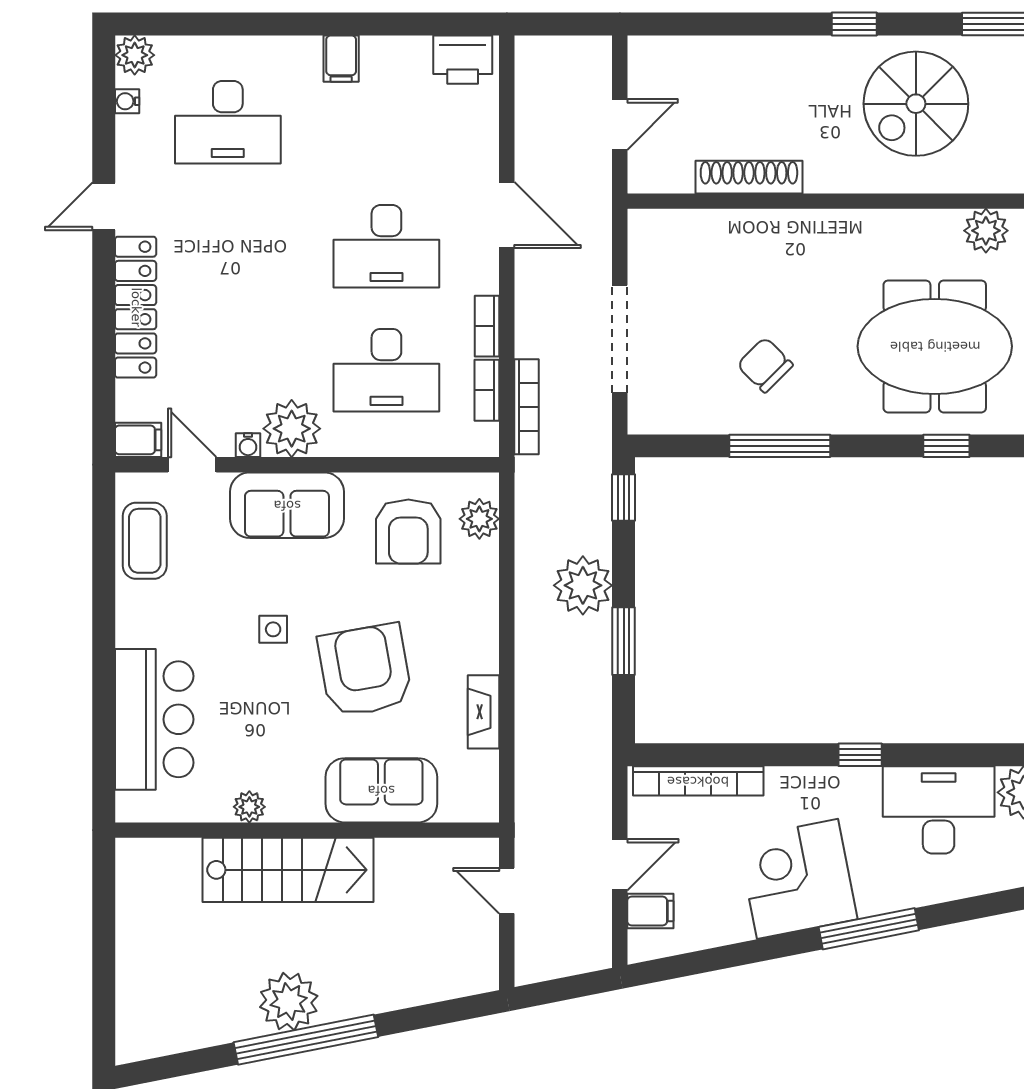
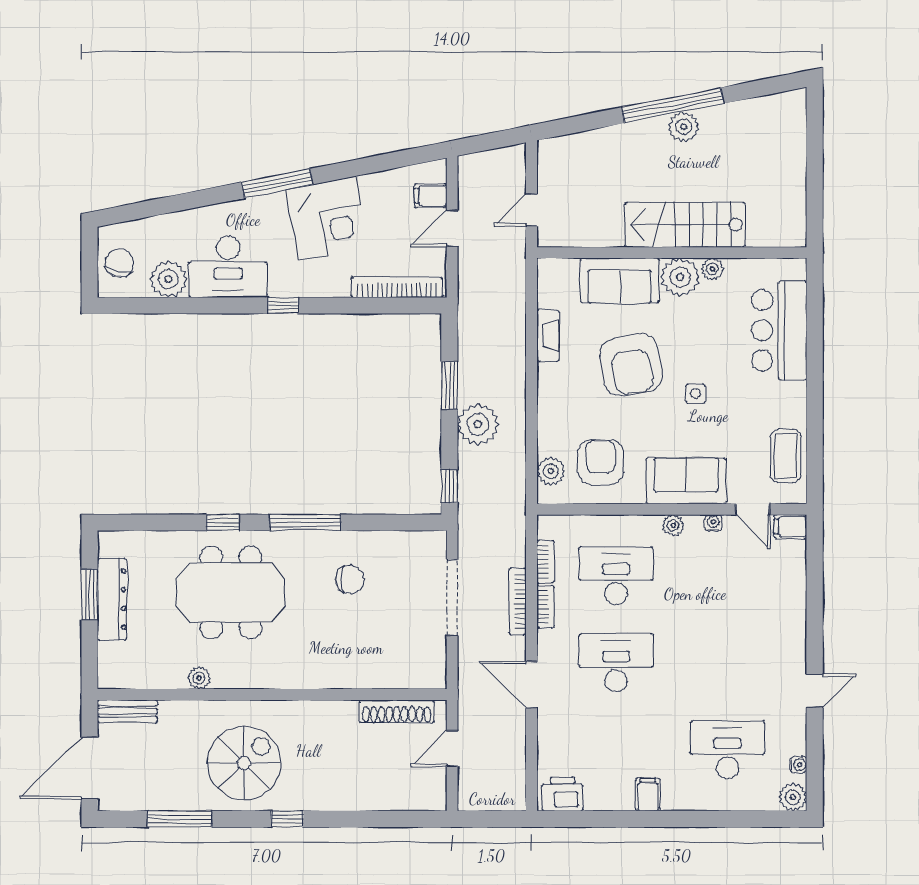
shoe rack: (749, 177) -> (397, 711), moved
plant: (986, 231) -> (199, 678), width x0.73, depth x0.73
locker: (136, 307) -> (792, 620), removed
chair: (765, 365) -> (350, 579), turned -45
bookcase: (527, 407) -> (518, 602), moved
plant: (292, 429) -> (673, 525), width x0.53, depth x0.53
window: (780, 446) -> (305, 522), moved
plant: (295, 795) -> (680, 277), added
door: (507, 891) -> (531, 210), swing flipped
plant: (289, 1001) -> (684, 127), width x0.73, depth x0.73

